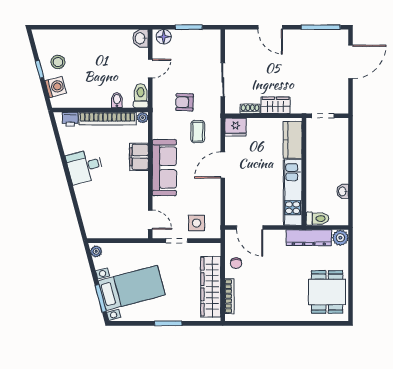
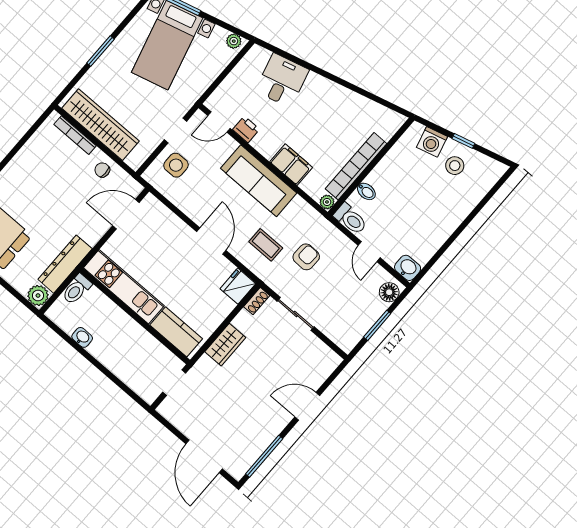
shoe rack: (250, 109) -> (257, 301), moved
printer: (70, 119) -> (246, 129), moved, turned 90
desk: (85, 166) -> (282, 80), moved

